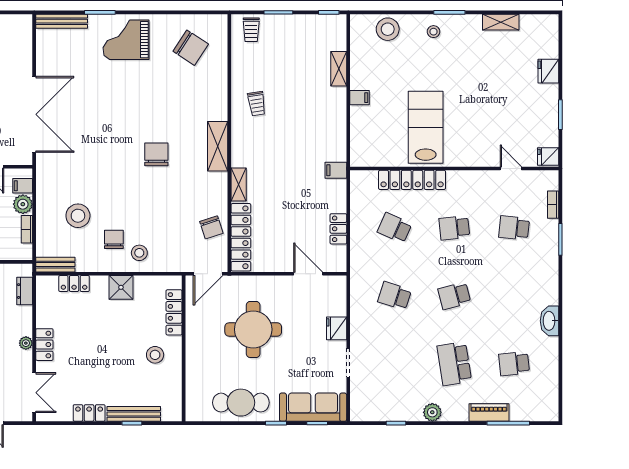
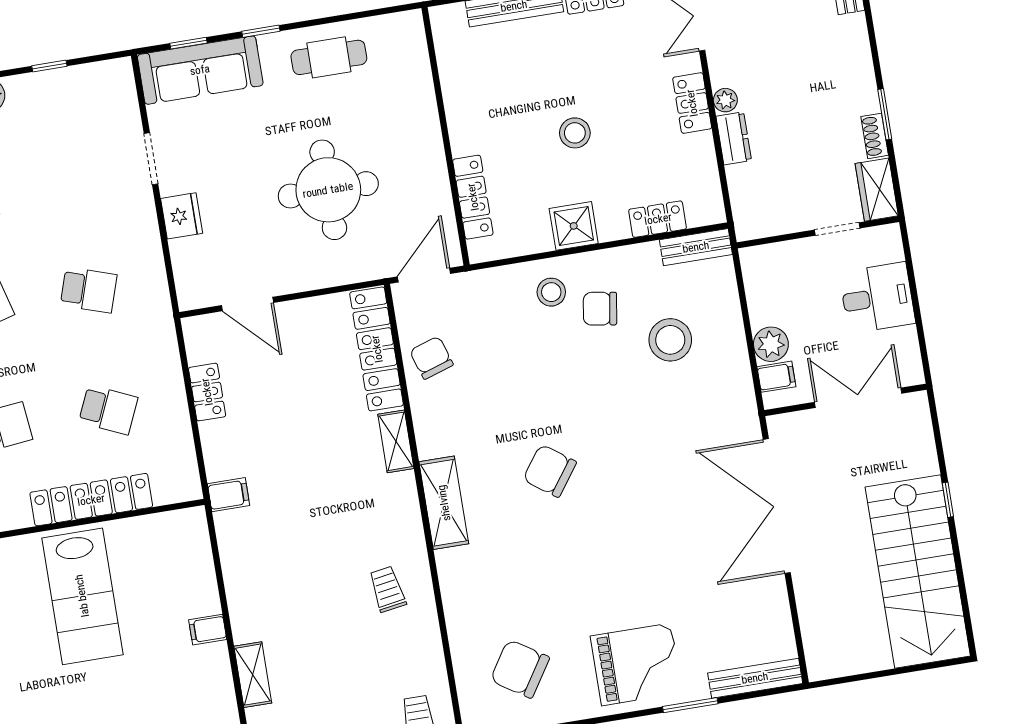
chair: (156, 154) -> (550, 471), turned 126
bookcase: (27, 229) -> (756, 301), removed
chair: (114, 239) -> (600, 309), turned 99
dresser: (25, 291) -> (734, 138), moved
stool: (155, 355) -> (575, 133), moved
cafe table: (241, 403) -> (329, 57), width x0.73, depth x0.74

